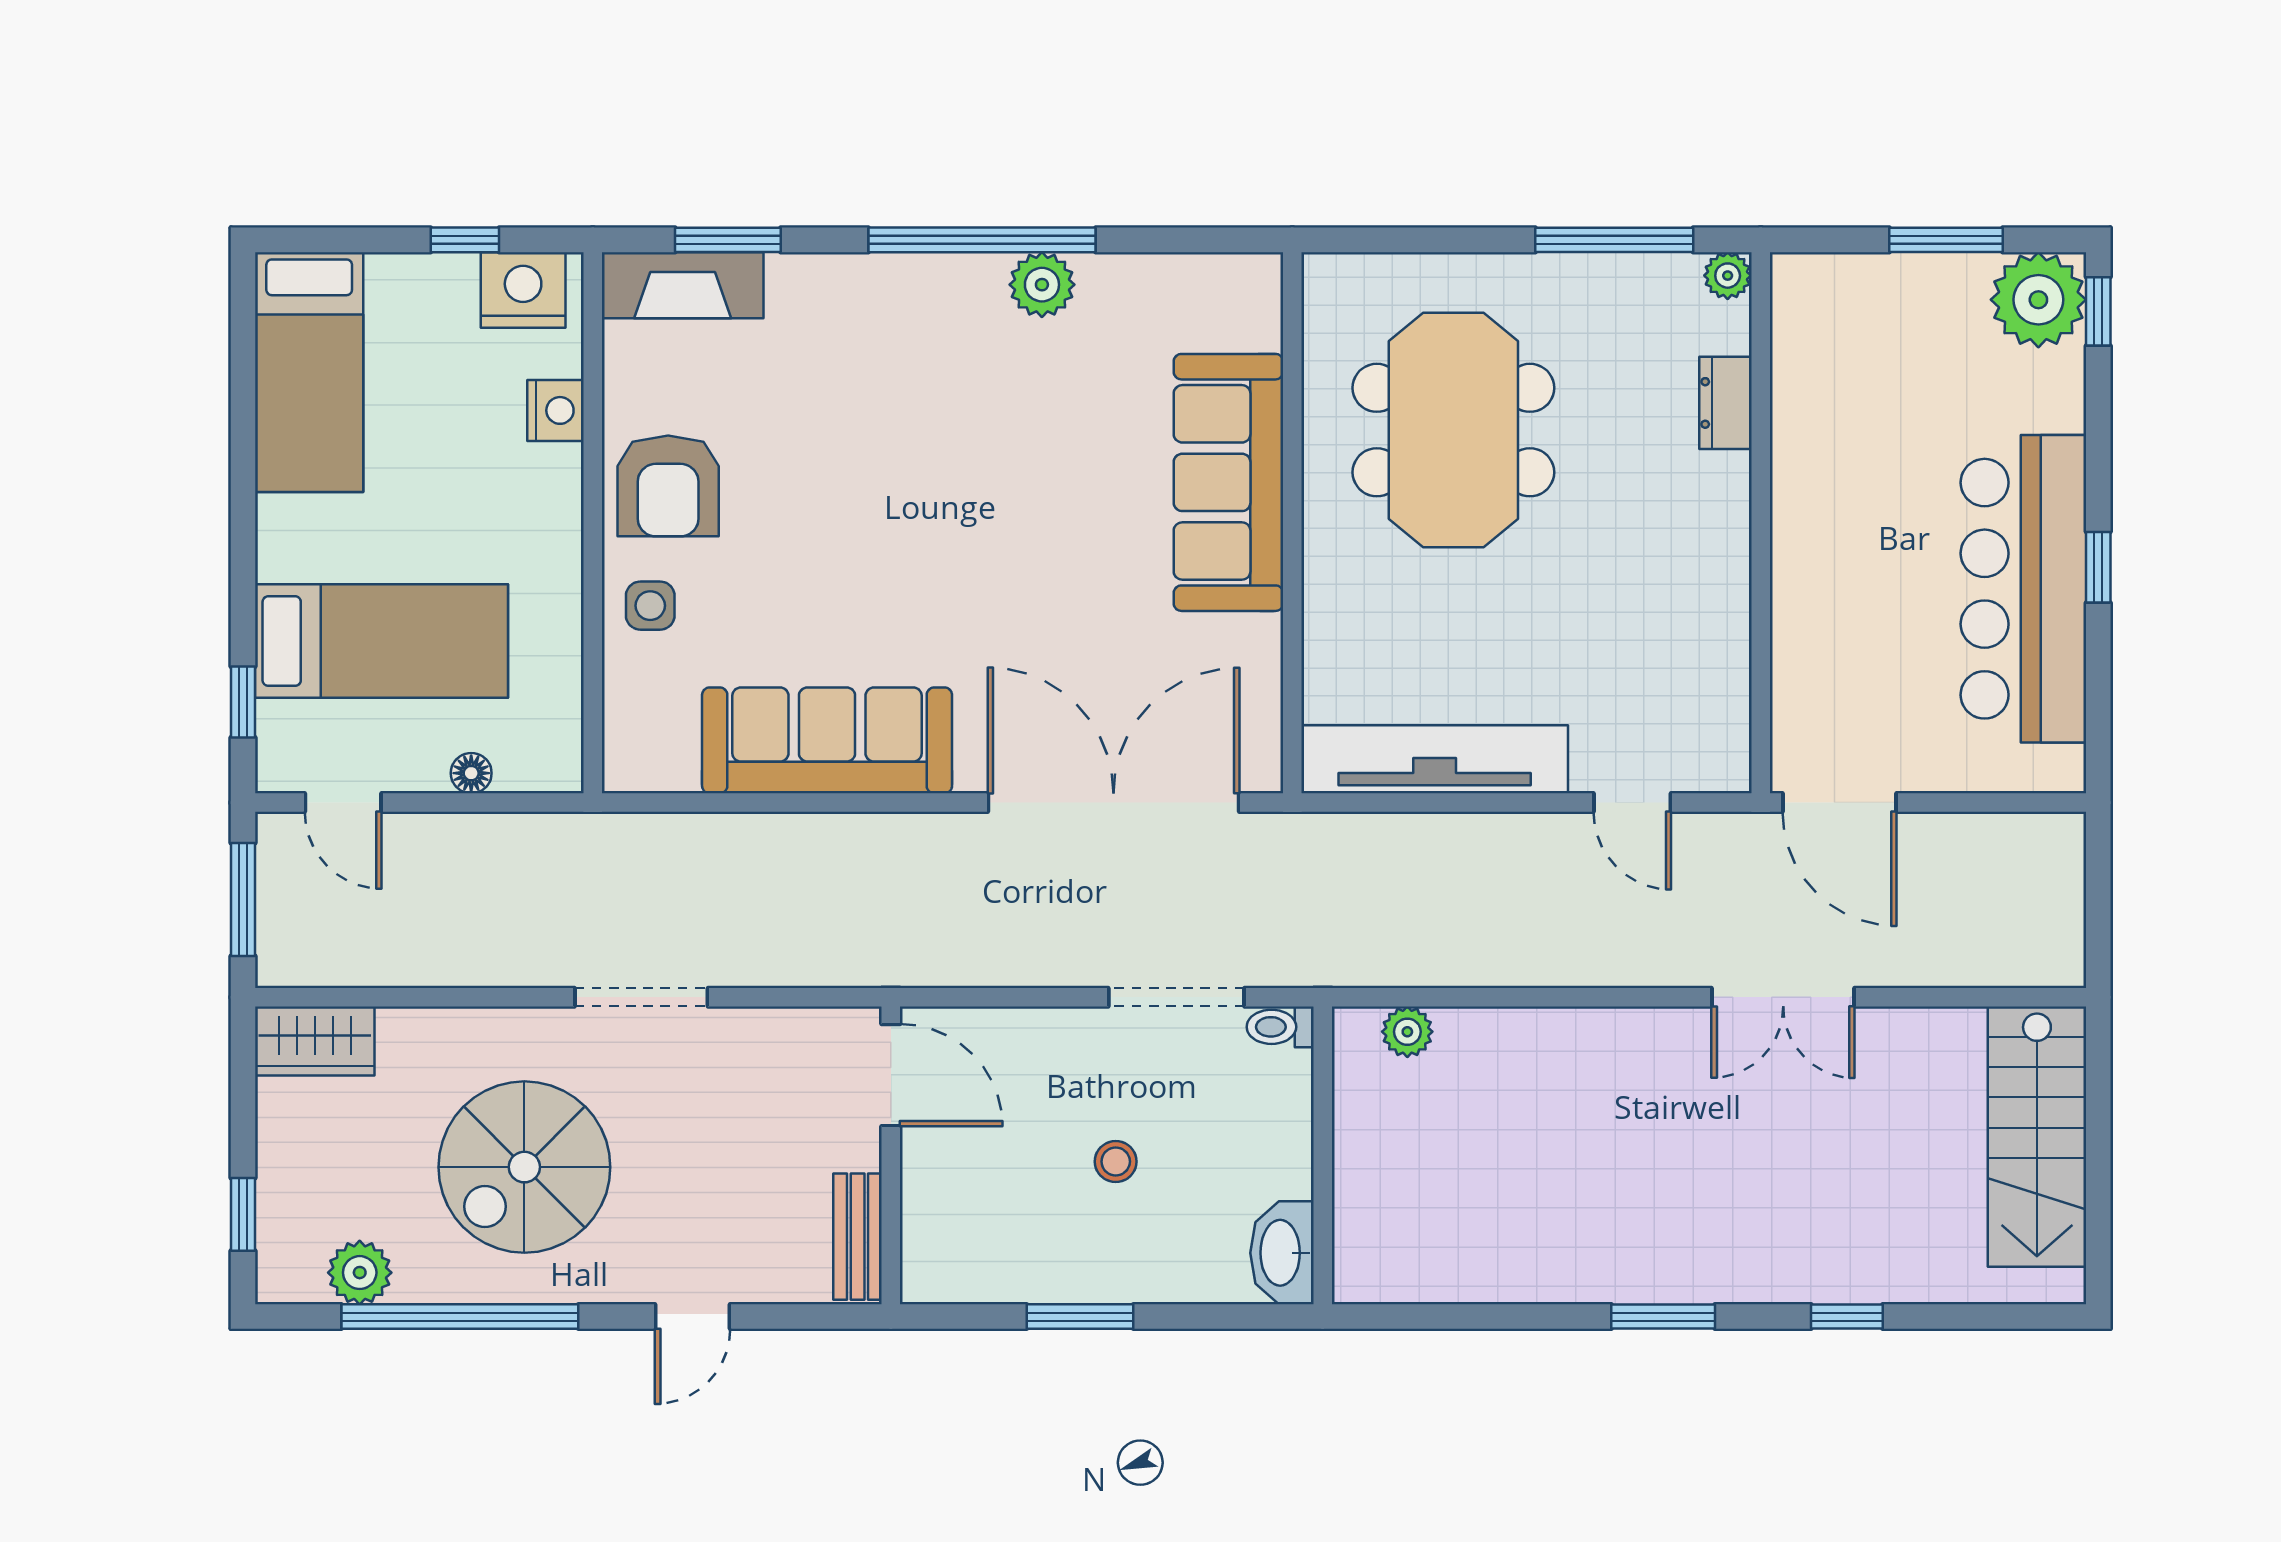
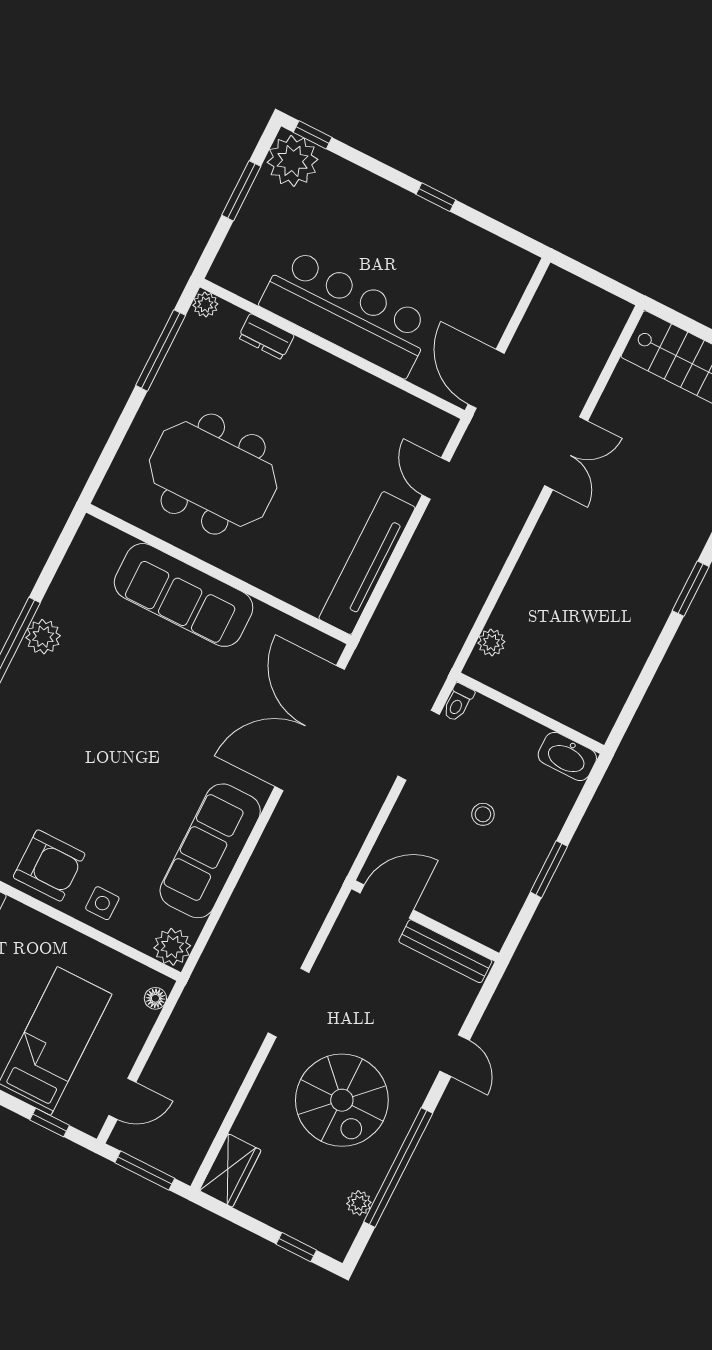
bar counter: (2023, 589) -> (347, 313), moved, turned 180
plant: (636, 758) -> (172, 947), added
floor lamp: (471, 773) -> (155, 998), moved
door: (1632, 803) -> (436, 478), swing flipped
door: (1839, 803) -> (486, 379), swing flipped
bench: (858, 1237) -> (445, 951), width x1.36
plant: (360, 1273) -> (359, 1203), width x0.73, depth x0.73

